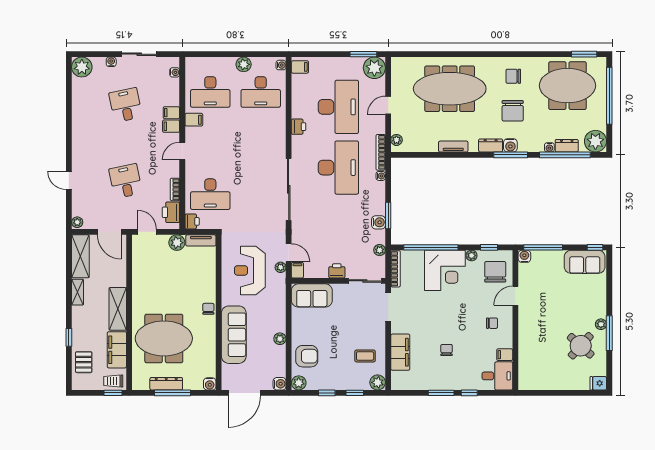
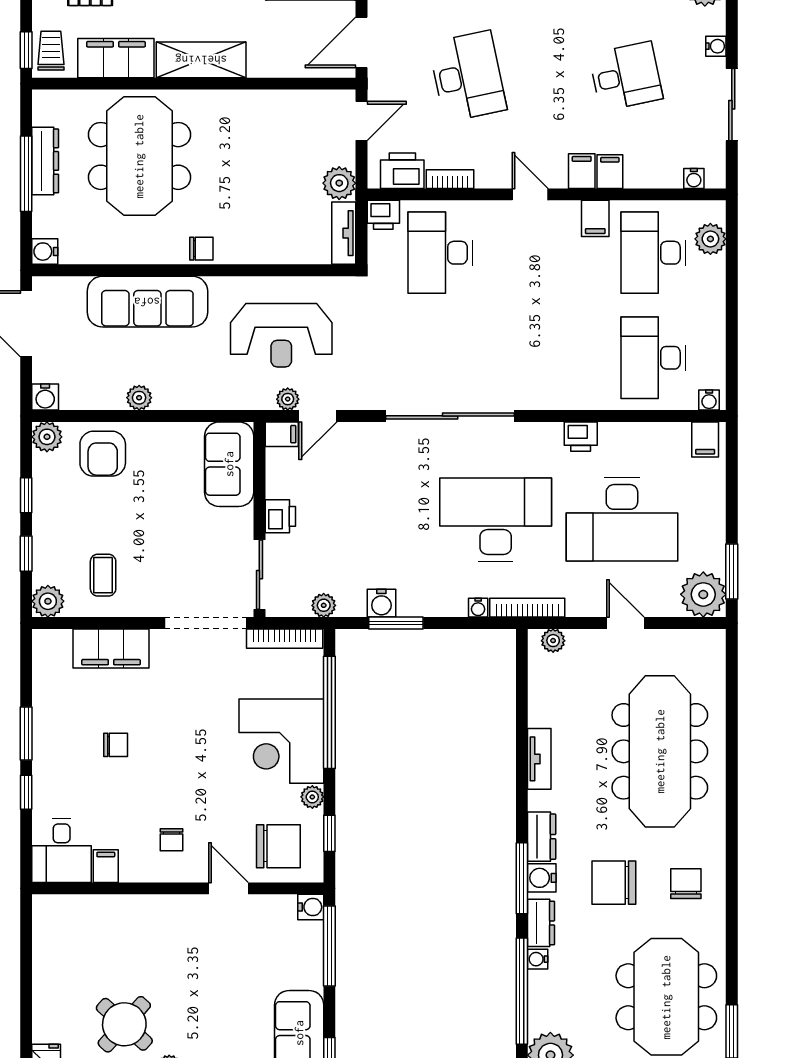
plant: (244, 64) -> (710, 239), moved
dresser: (567, 146) -> (541, 923), moved
desk: (338, 168) -> (496, 519), turned 180
desk: (126, 181) -> (467, 76), width x1.37
reception desk: (250, 270) -> (281, 335), turned 180
doorway: (388, 307) -> (205, 623), width x1.36

